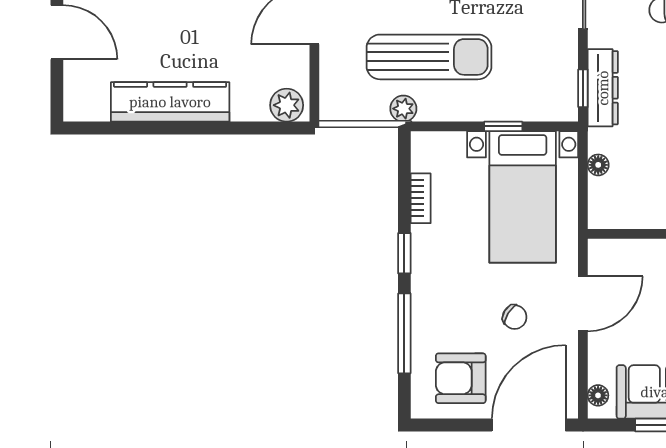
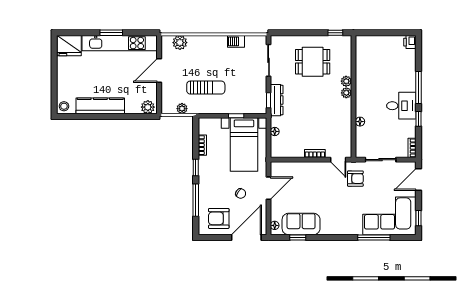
door: (57, 32) -> (54, 77), removed
sun lounger: (429, 57) -> (206, 88), width x0.73, depth x0.75
stool: (81, 103) -> (64, 106), added
plant: (403, 109) -> (182, 109), moved

